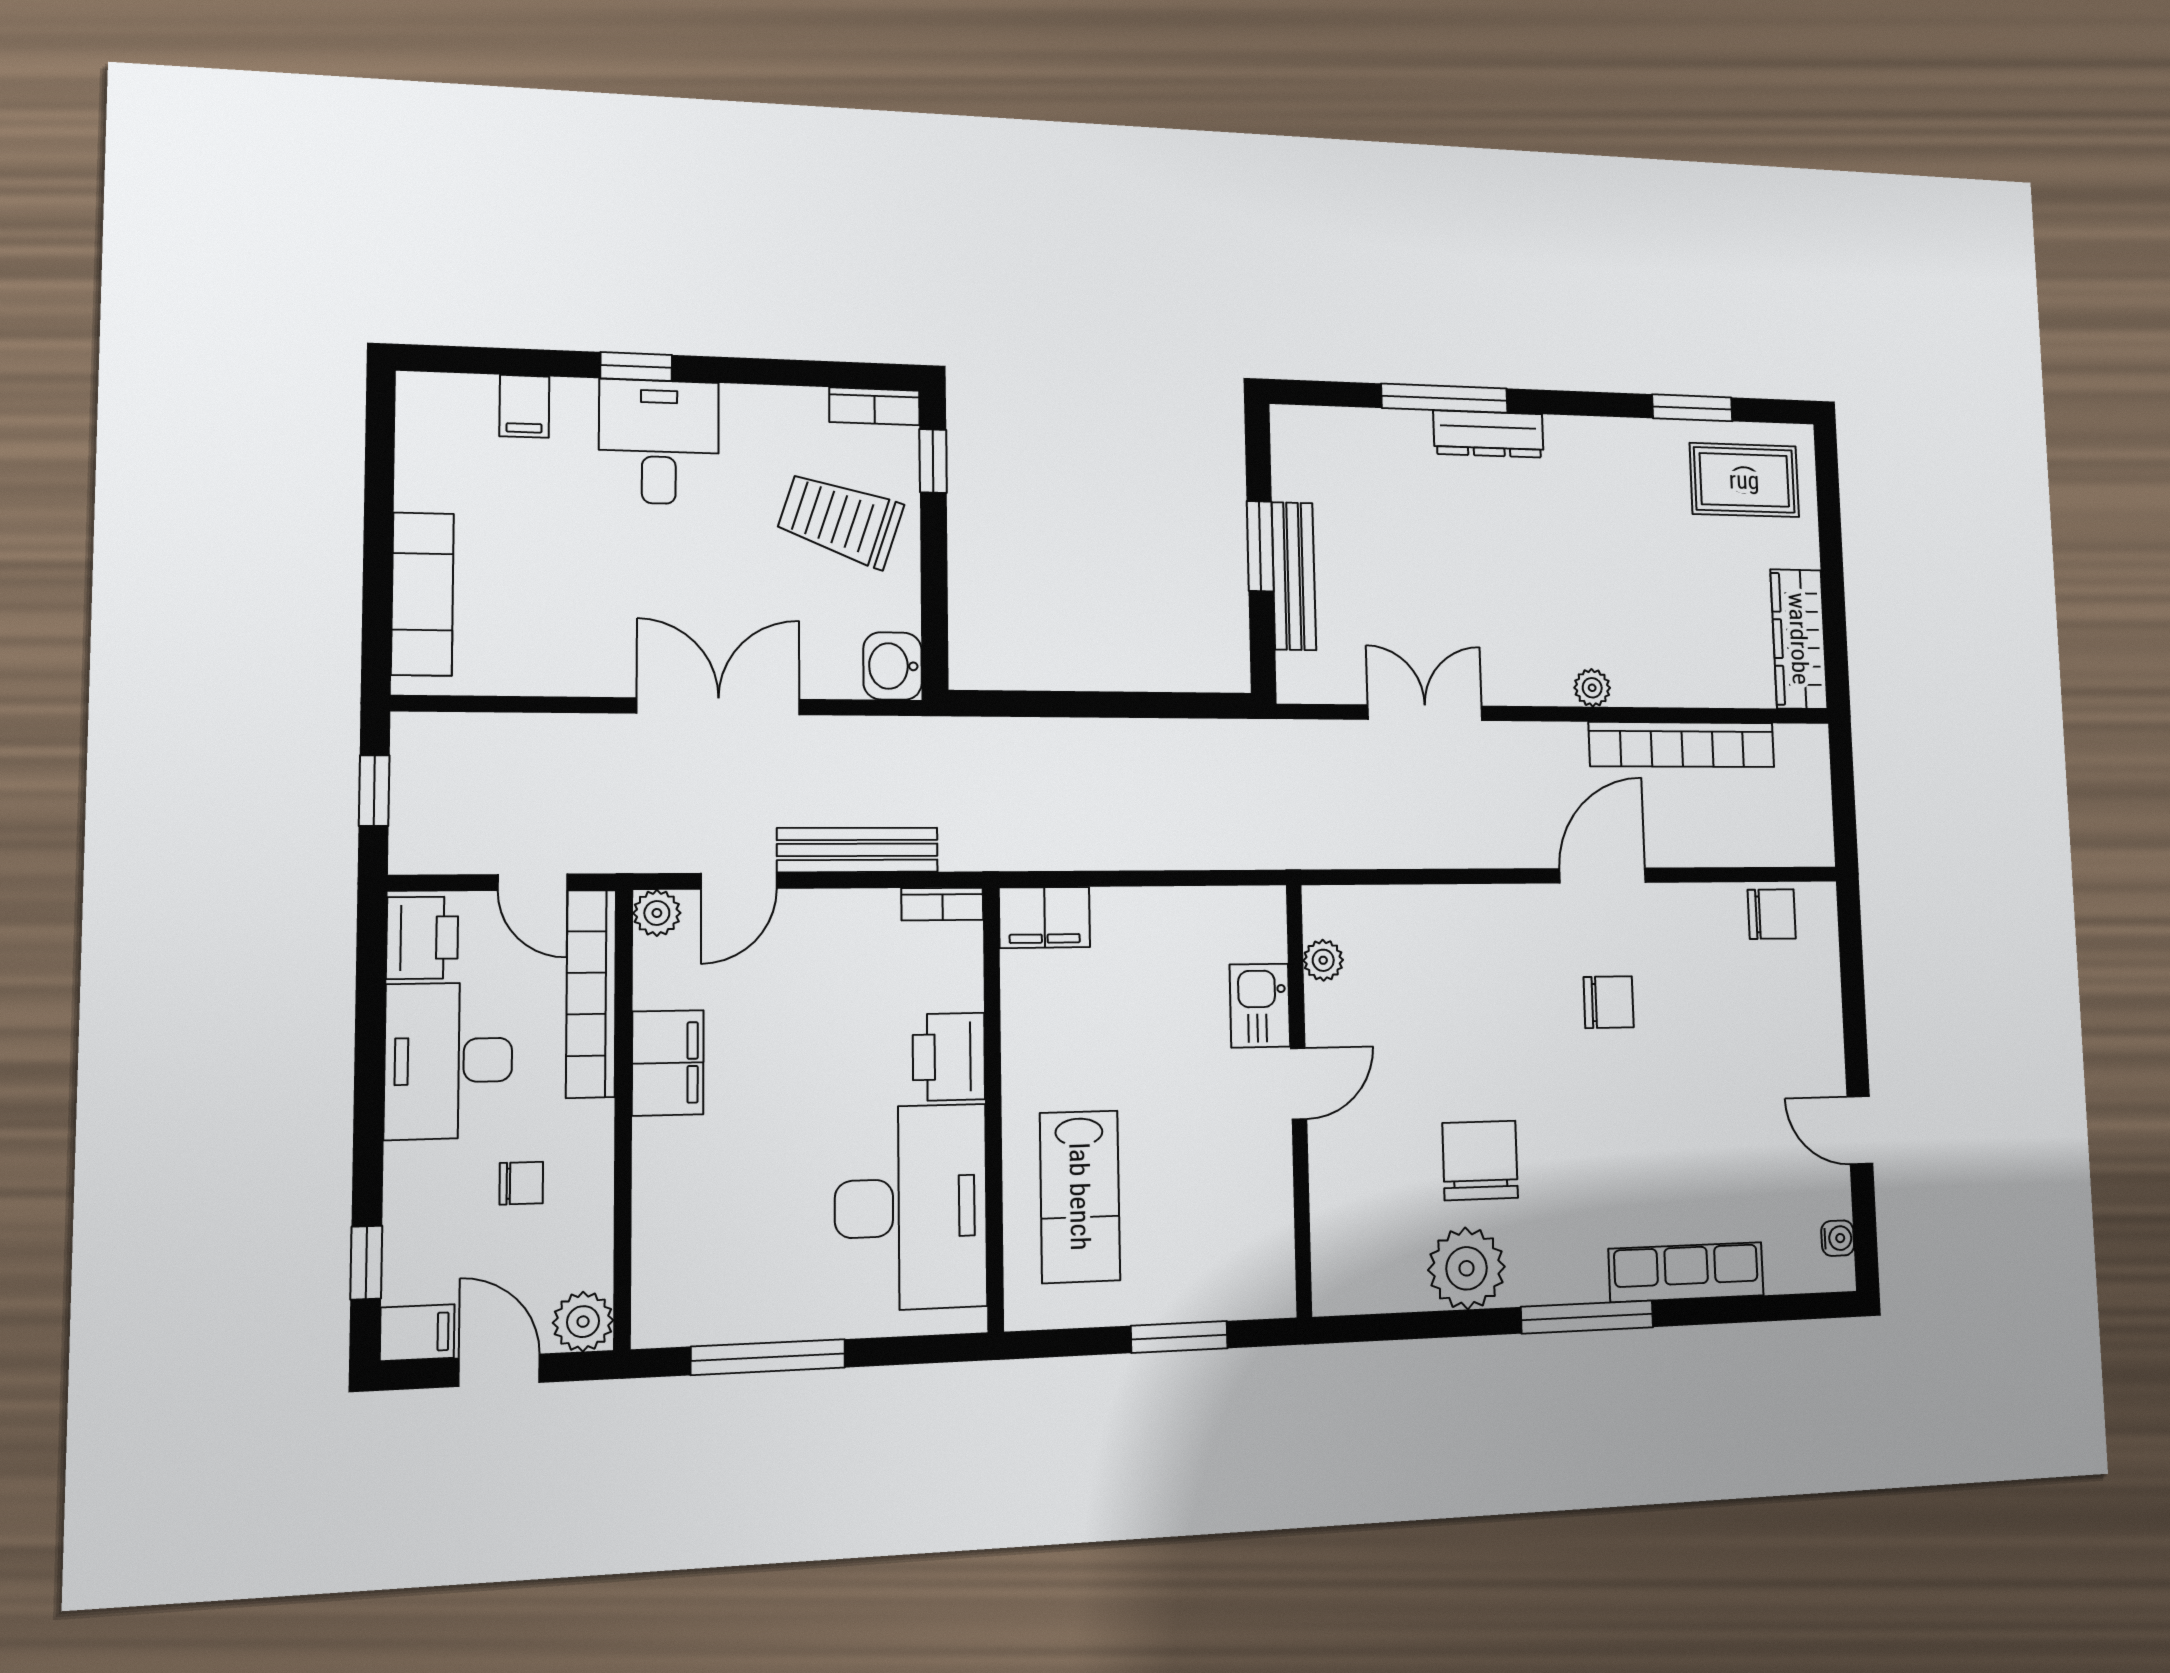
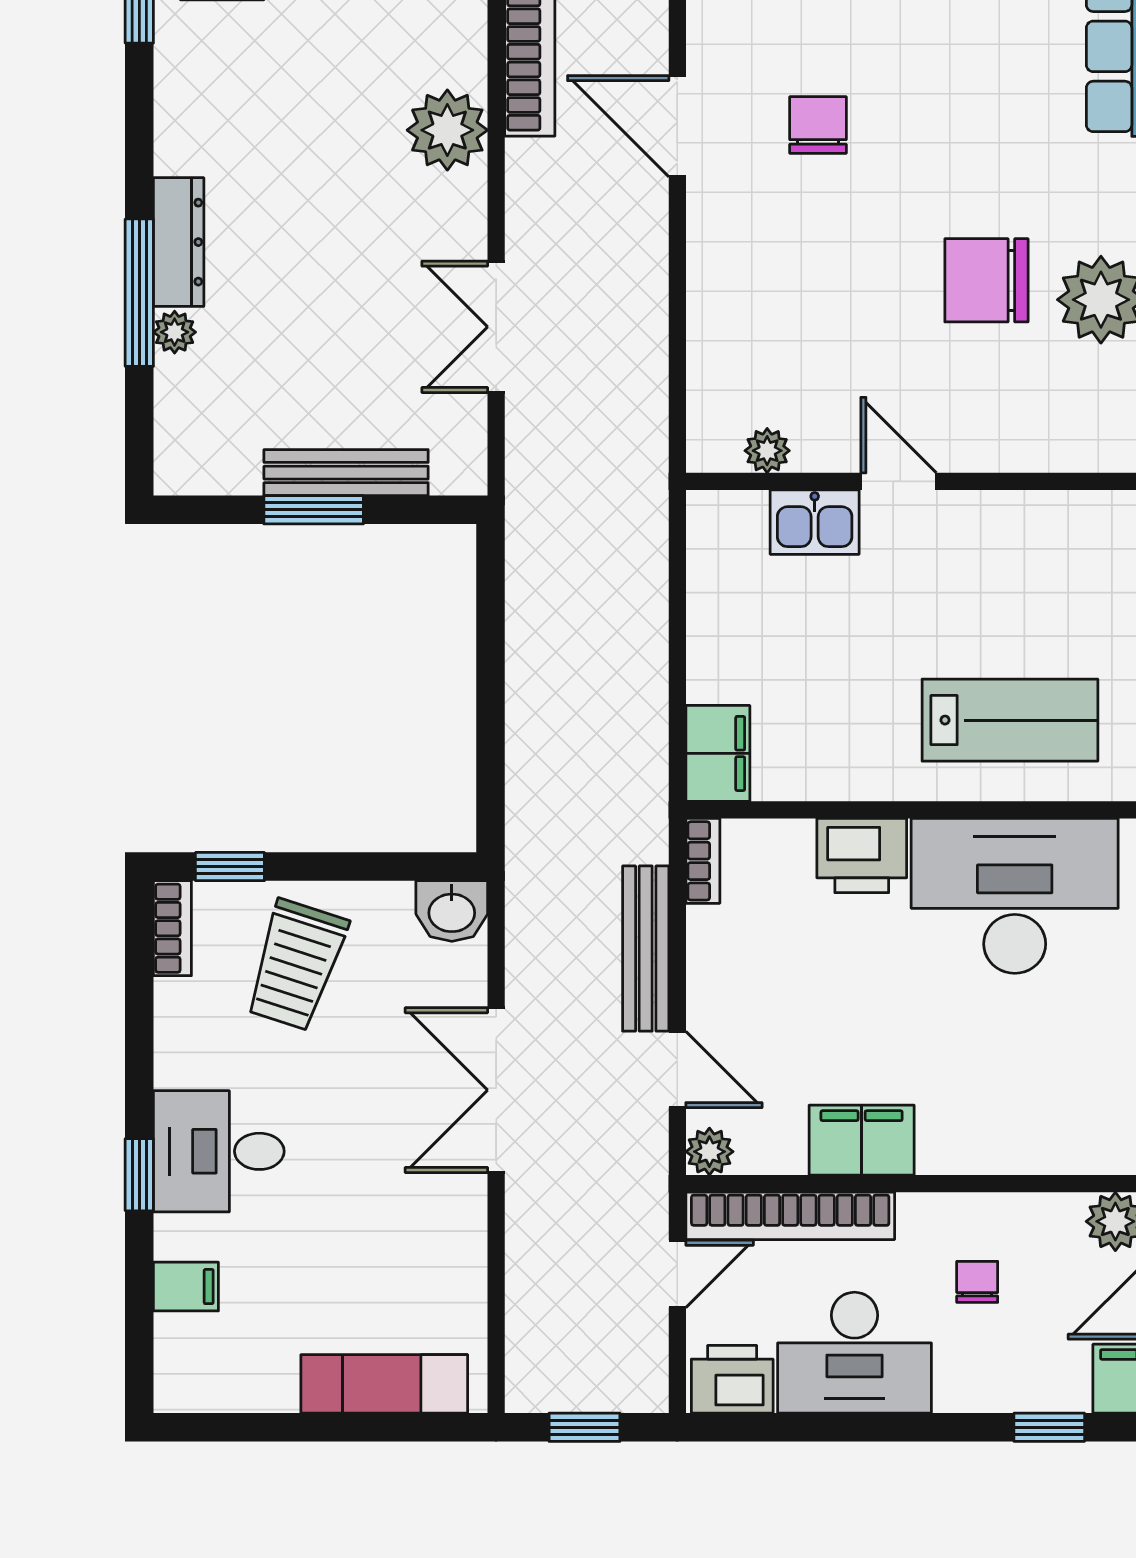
plant: (1412, 428) -> (175, 332), added
plant: (1592, 688) -> (447, 130), width x1.88, depth x1.88

